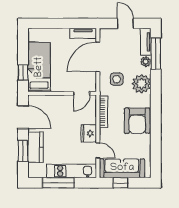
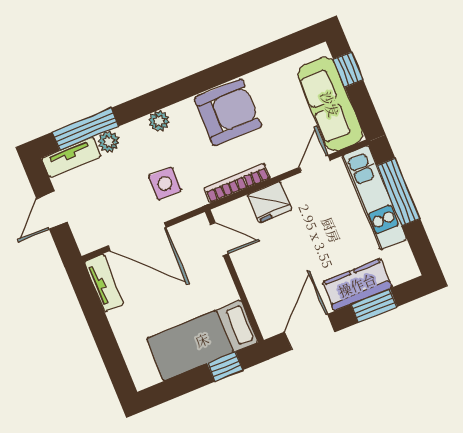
plant: (142, 84) -> (159, 121), width x0.53, depth x0.53
fridge: (89, 133) -> (270, 202), moved
window: (58, 183) -> (398, 192), moved
window: (121, 183) -> (348, 70), moved

